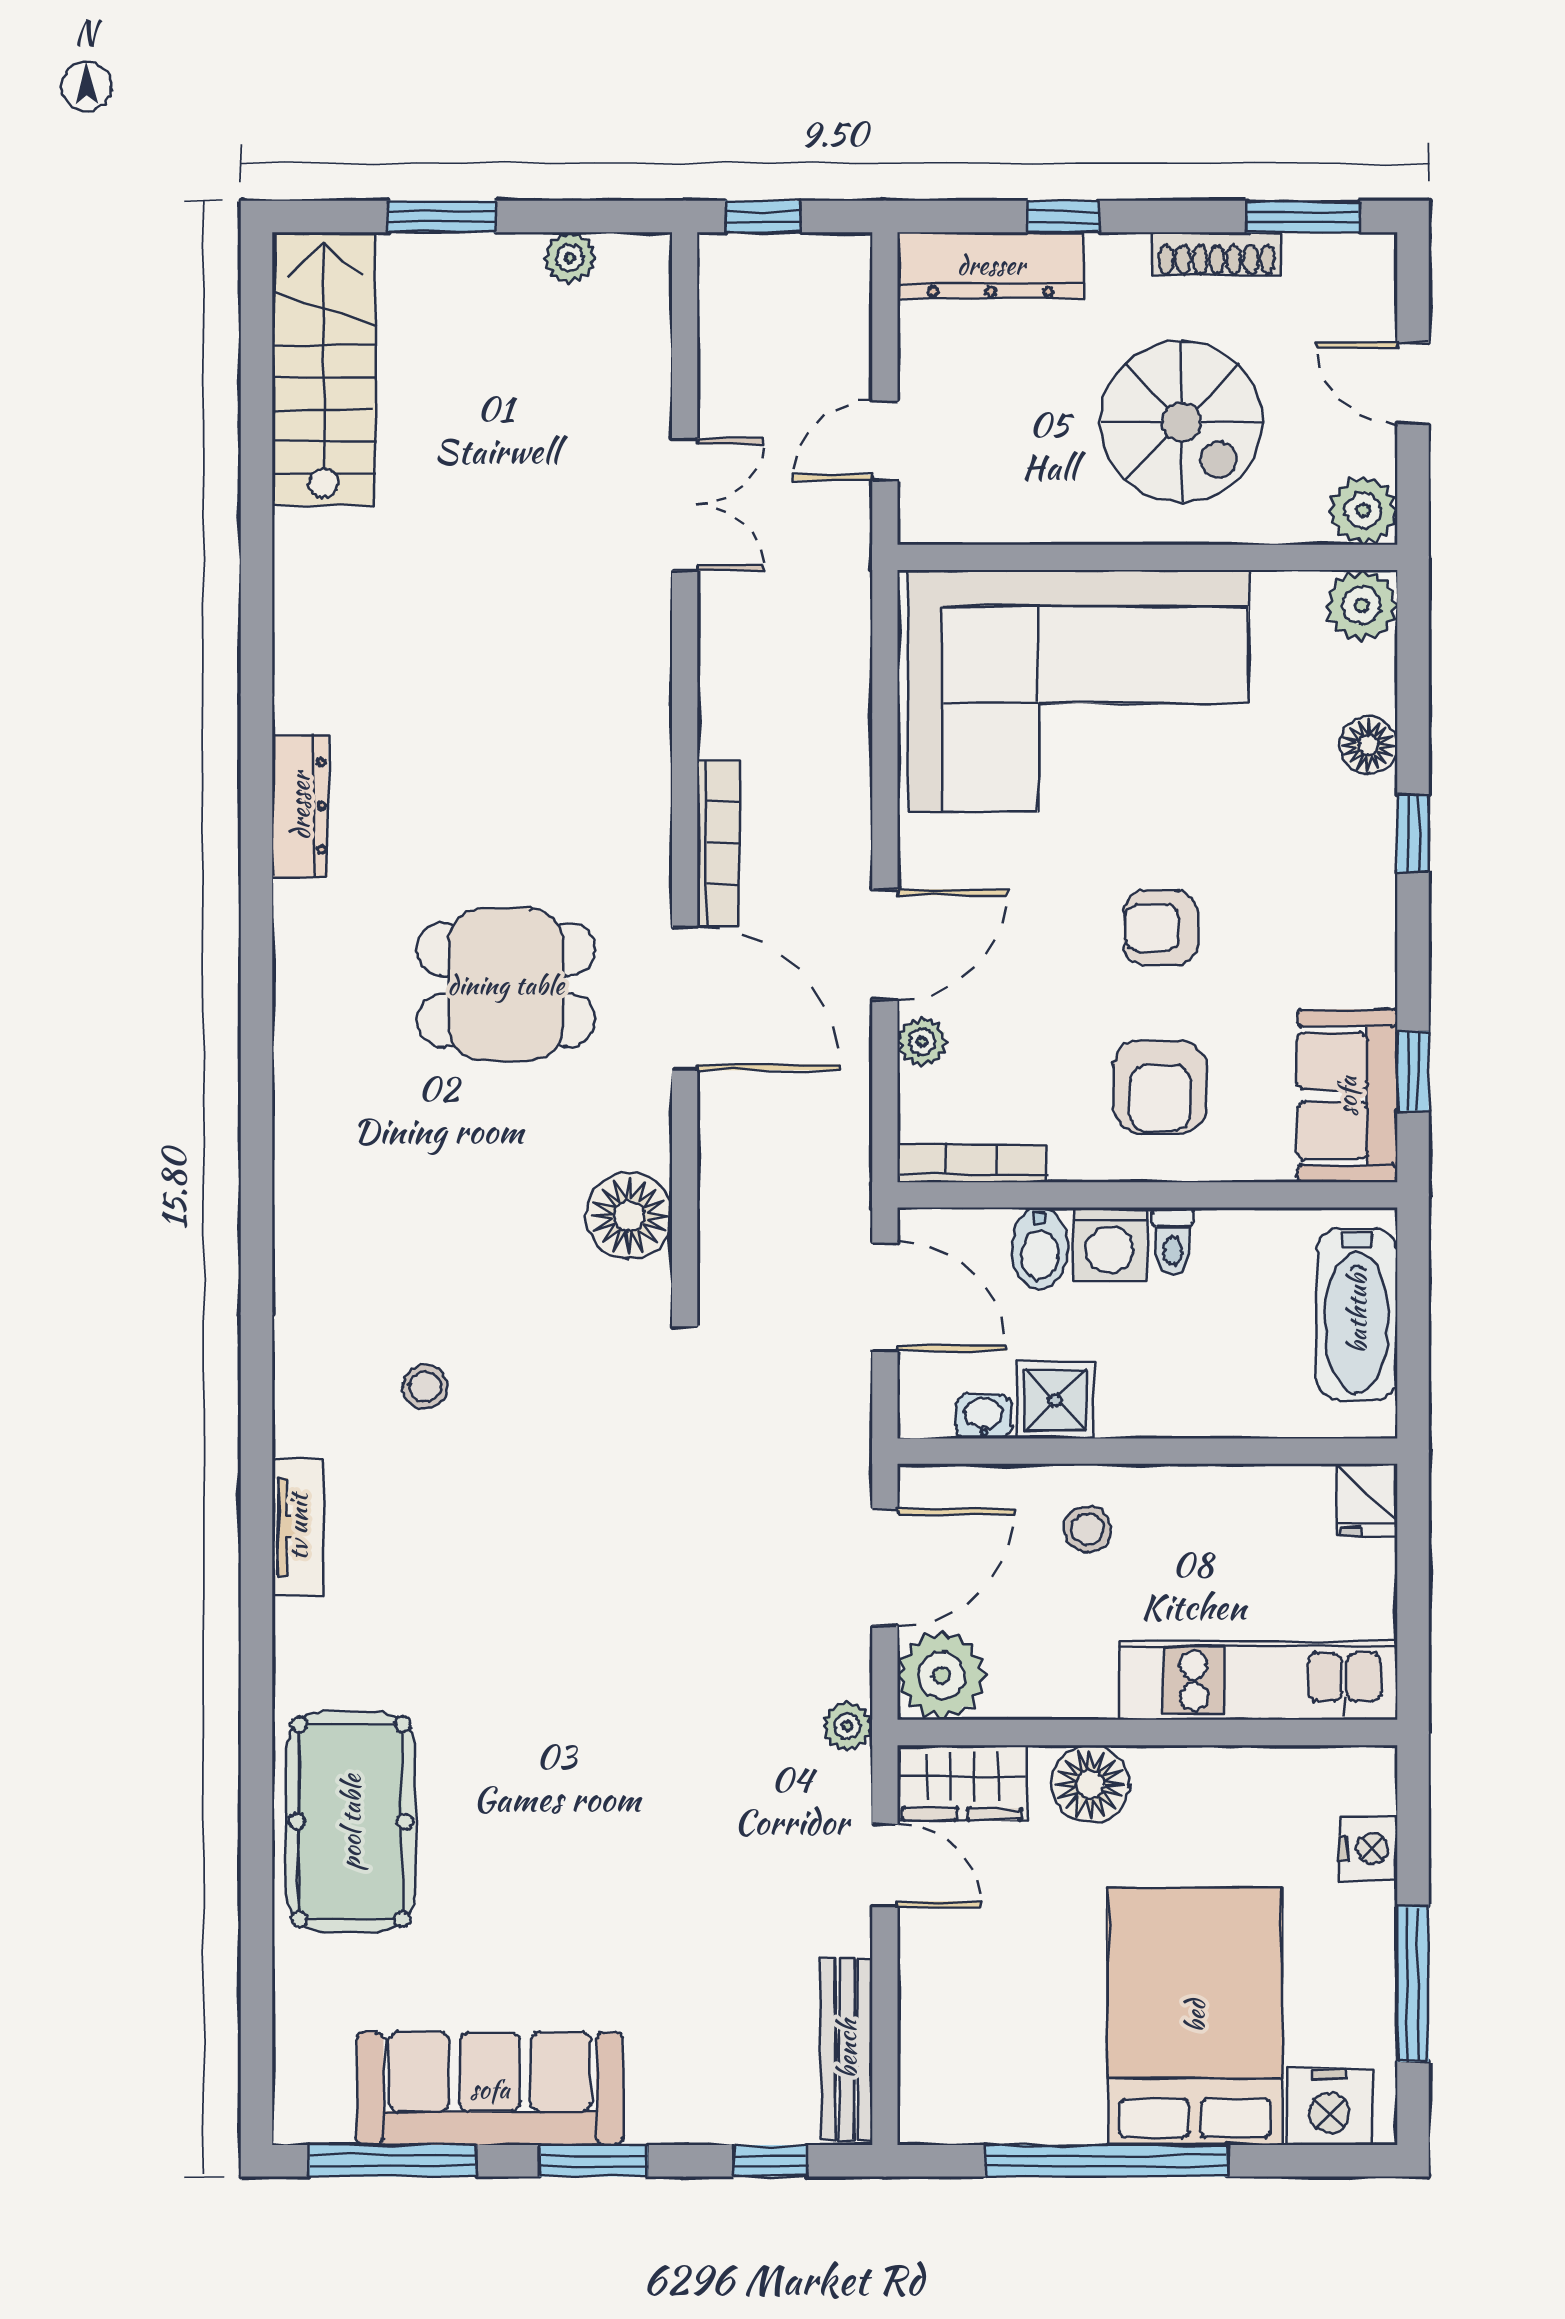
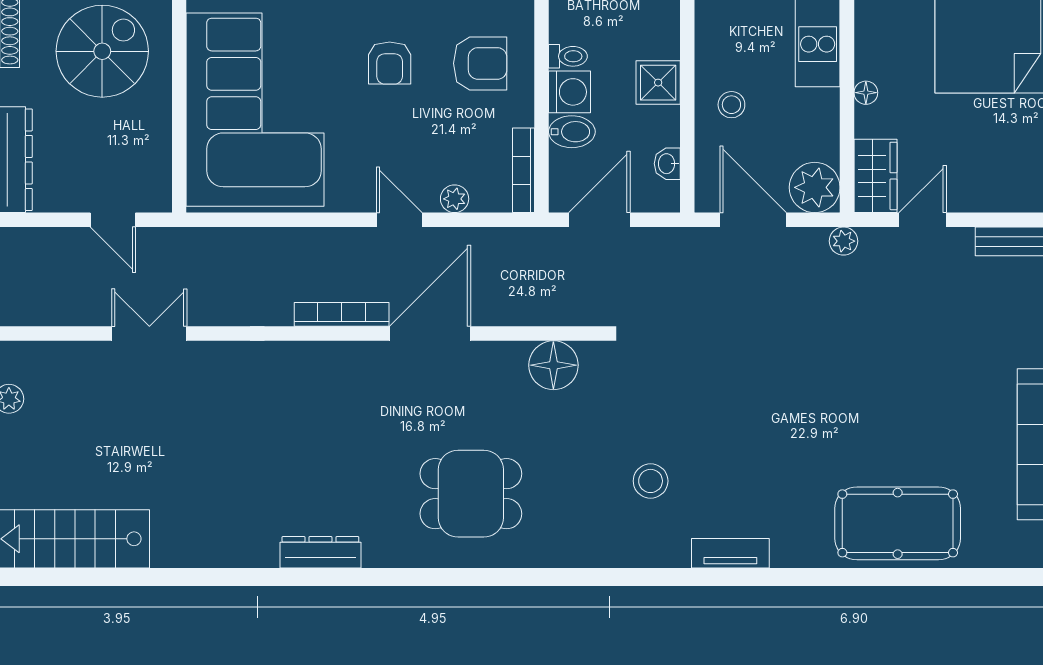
door: (885, 945) -> (399, 220), width x0.73
dining table: (506, 985) -> (471, 494), moved, turned 90
stool: (425, 1387) -> (651, 481), width x1.37, depth x1.37
shower: (1055, 1400) -> (658, 83), moved
floor lamp: (1090, 1784) -> (866, 93), width x0.53, depth x0.53

